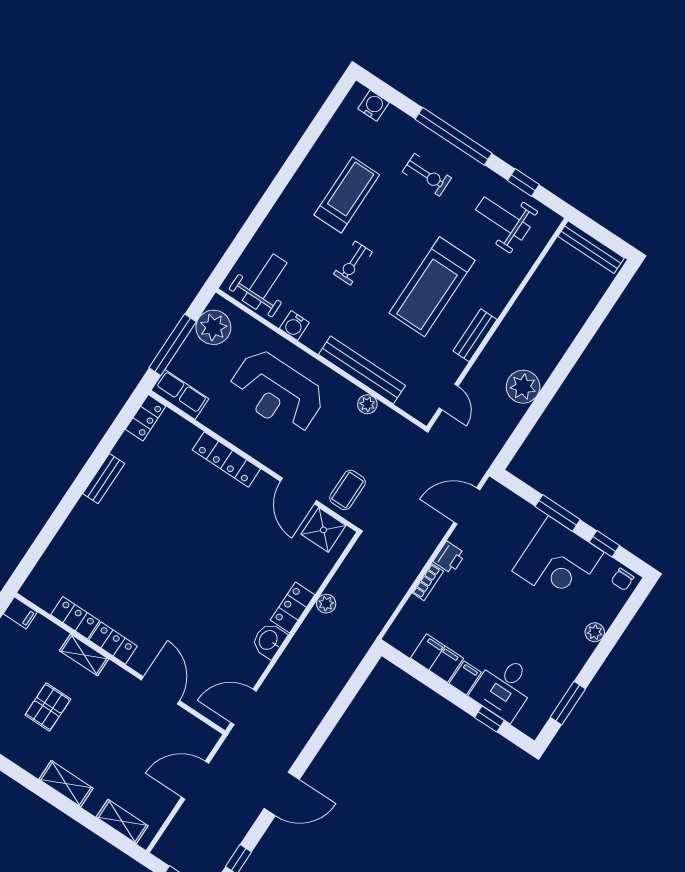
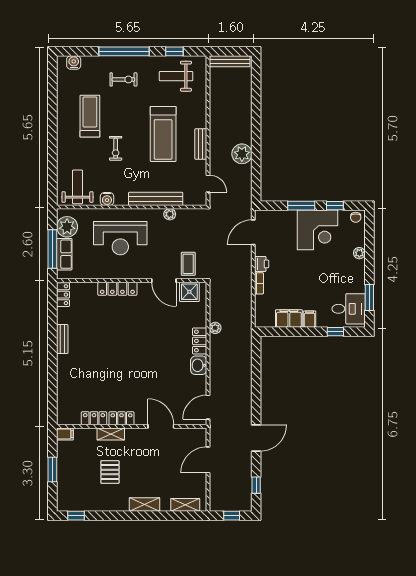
row of seats: (180, 395) -> (64, 254), moved, turned 90
desk: (504, 687) -> (349, 309), moved, turned -90

